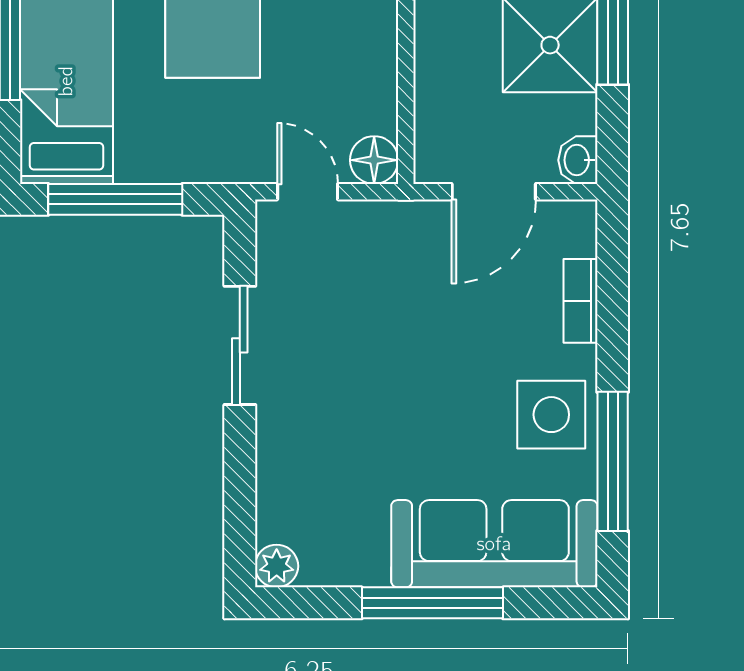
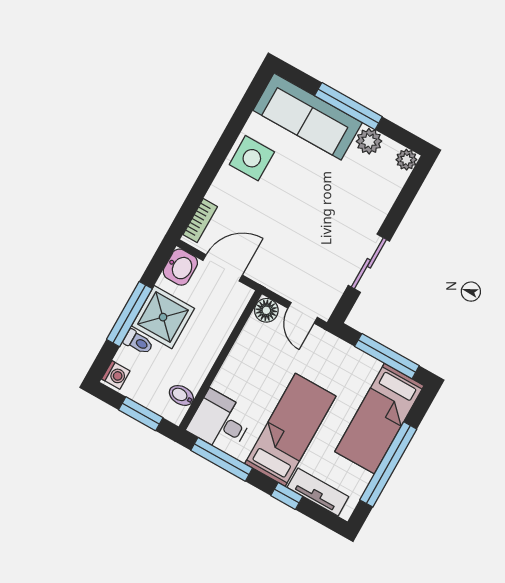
washbasin: (578, 160) -> (180, 267), width x1.38, depth x1.45
bookcase: (581, 301) -> (200, 221), moved
window: (613, 461) -> (237, 123), removed
plant: (361, 561) -> (369, 141), added

